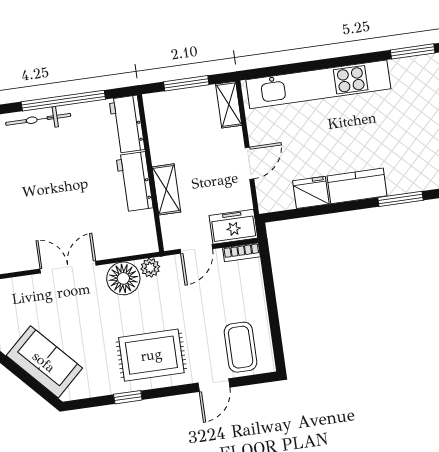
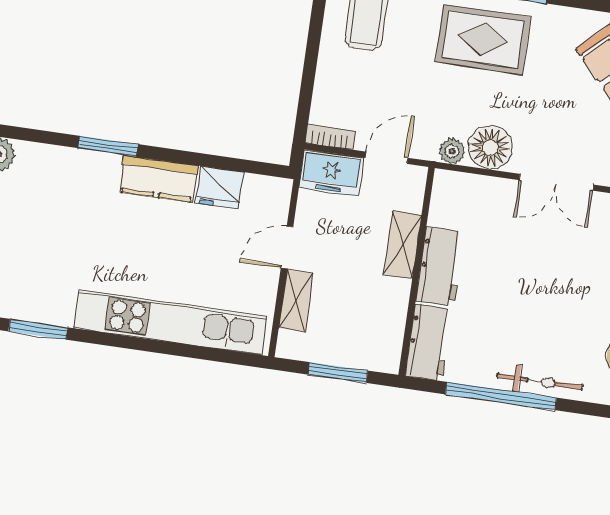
shelving: (229, 105) -> (296, 301), moved

